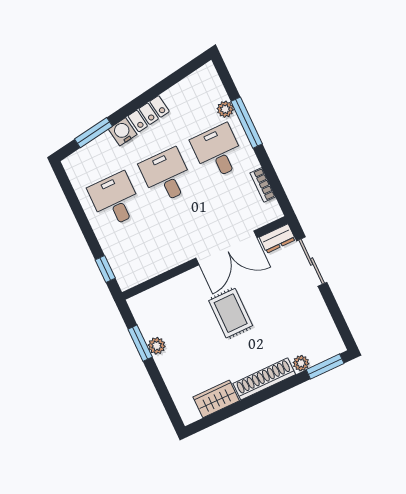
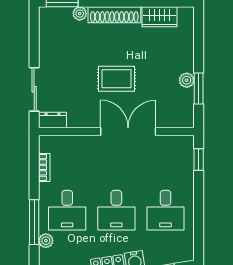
double door: (226, 248) -> (128, 131), moved
rug: (231, 313) -> (117, 79), turned 90

